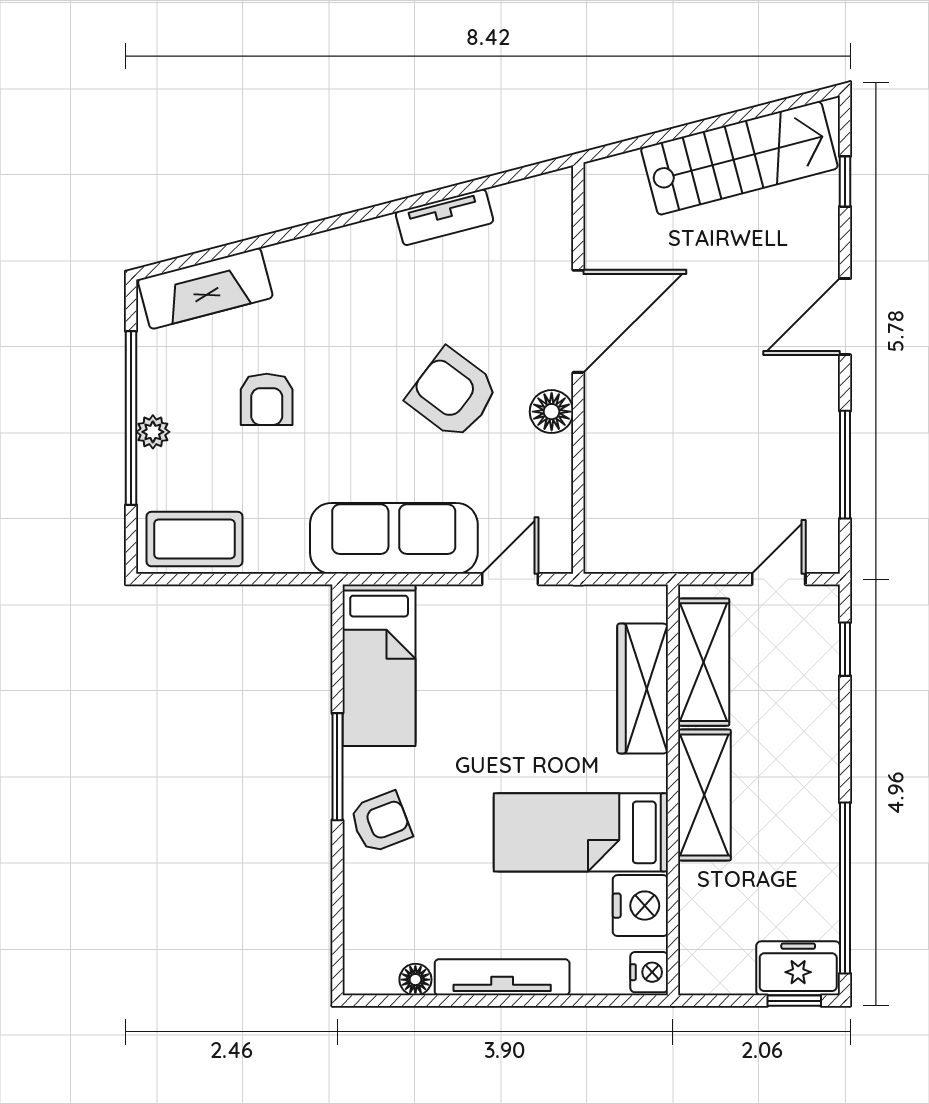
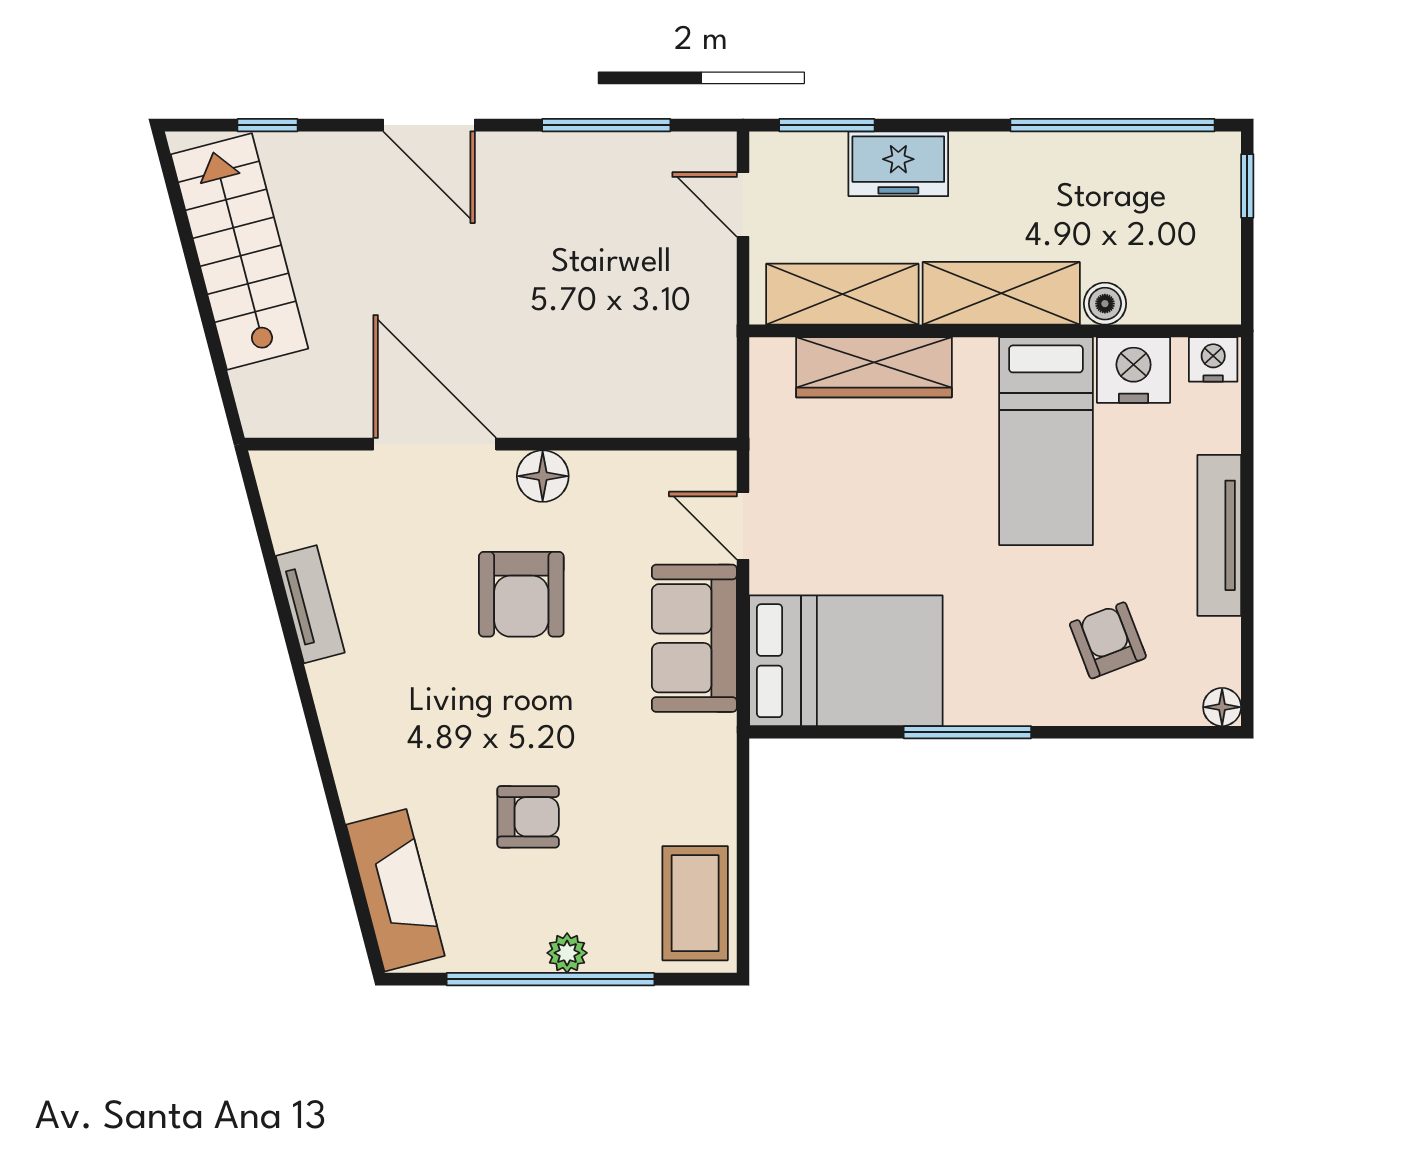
armchair: (453, 394) -> (521, 594), turned -37
sofa: (394, 538) -> (694, 638), width x0.73
window: (845, 649) -> (827, 125), width x1.50
bed: (379, 665) -> (846, 661), width x1.50
armchair: (381, 822) -> (1108, 640), moved
boiler: (696, 882) -> (1105, 304), added
freezer: (798, 968) -> (898, 164), moved, turned -90
floor lamp: (415, 980) -> (1222, 707), moved

